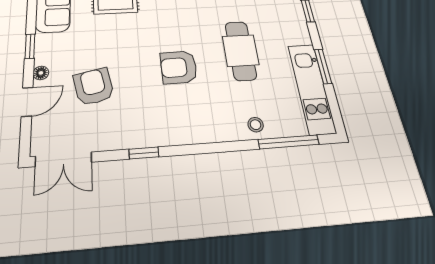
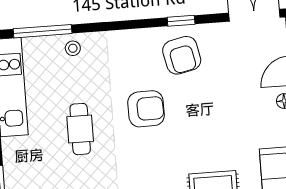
cafe table: (241, 50) -> (80, 129), width x0.73, depth x0.74
armchair: (94, 87) -> (182, 55), moved

